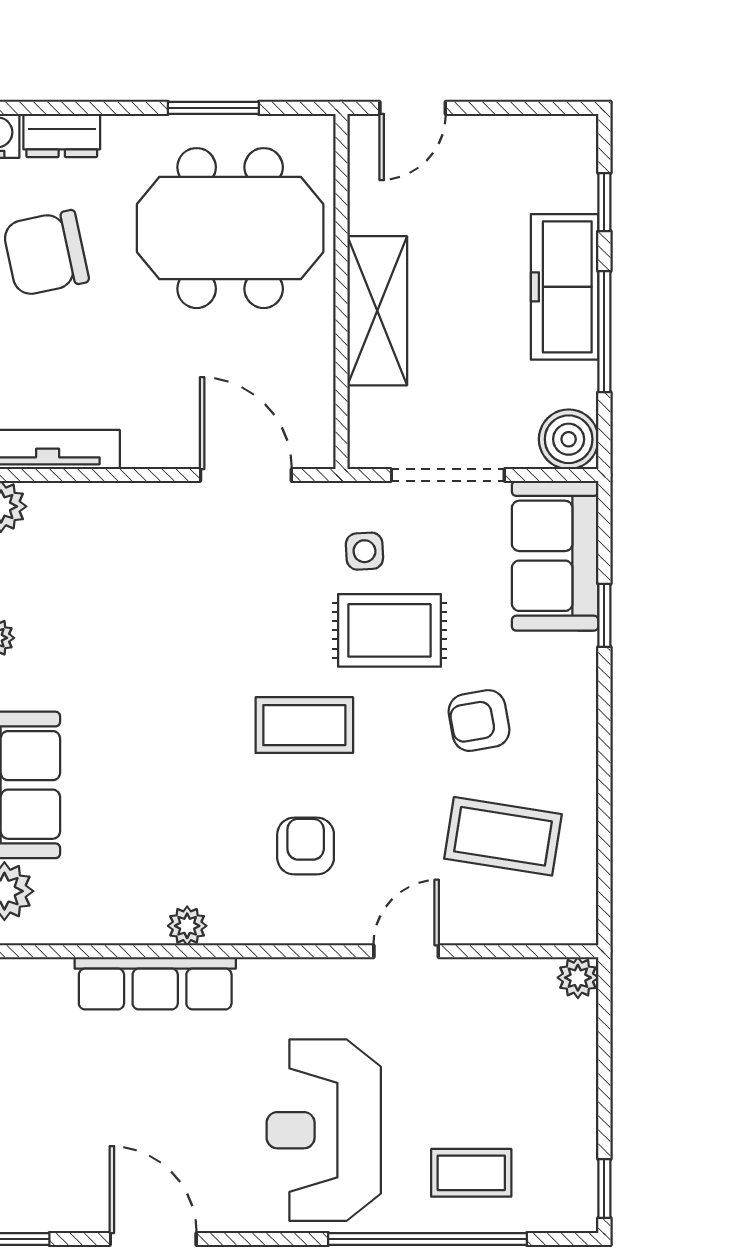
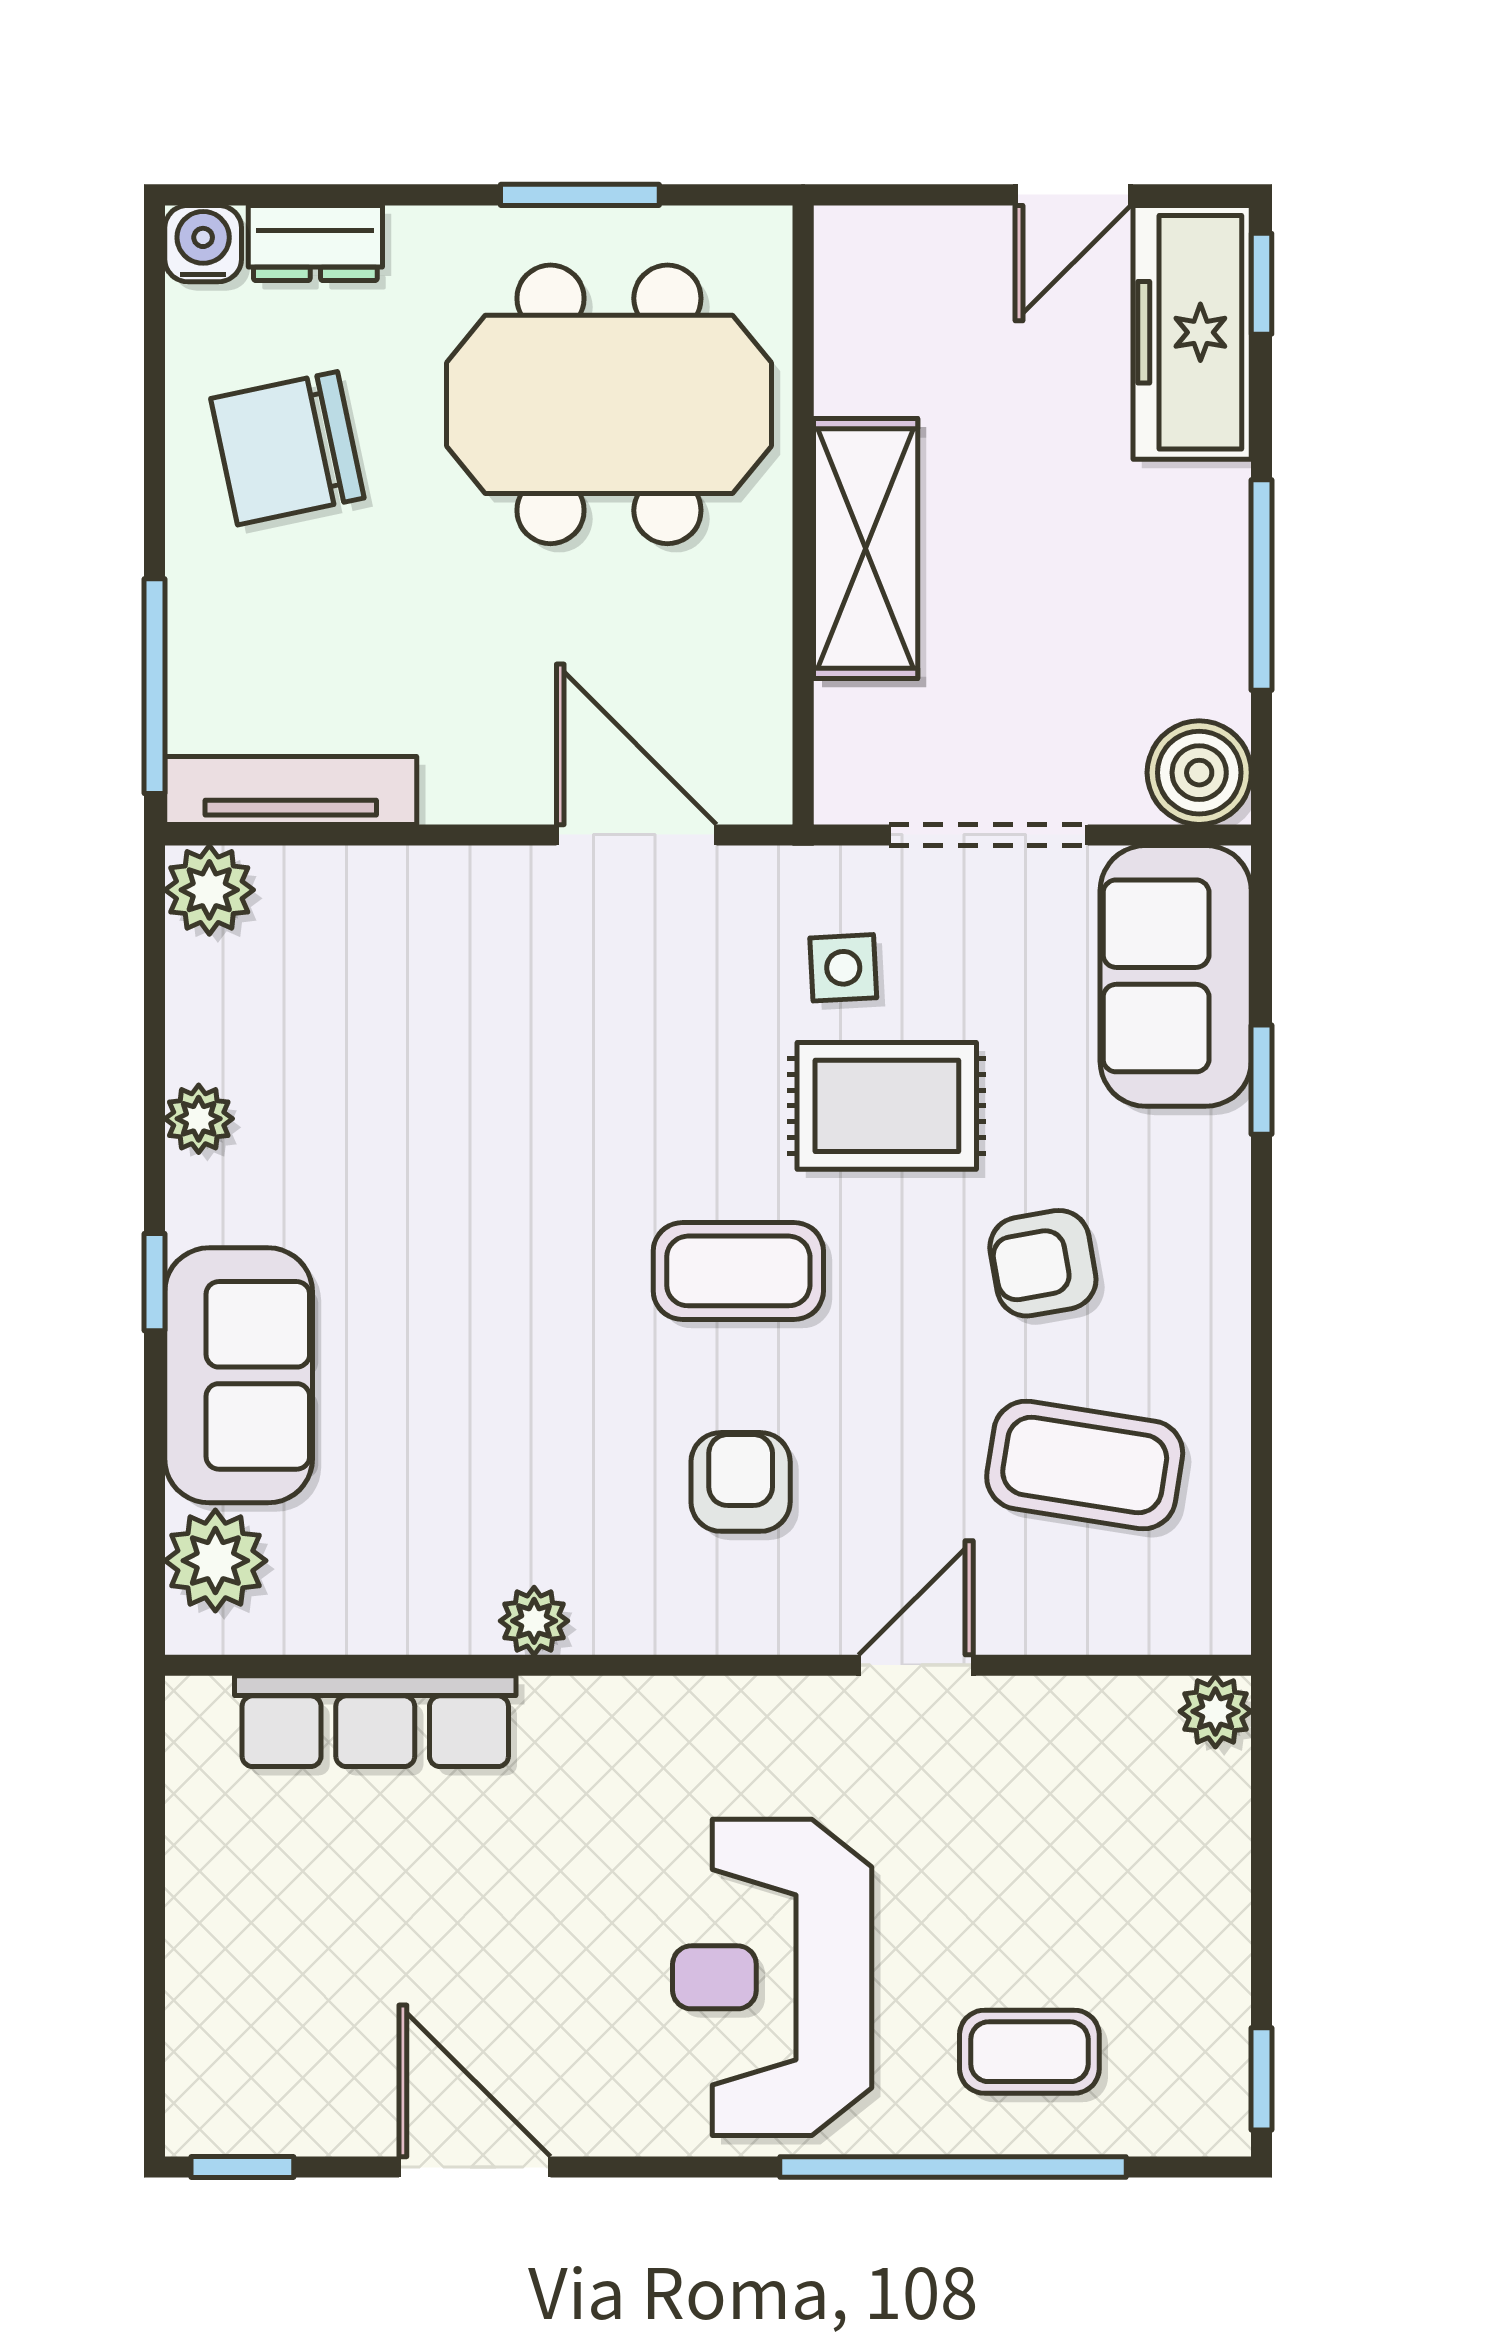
door: (413, 108) -> (1073, 195), moved
window: (604, 202) -> (1262, 284), moved
freezer: (565, 287) -> (1192, 332), moved
row of seats: (155, 983) -> (375, 1721), moved

